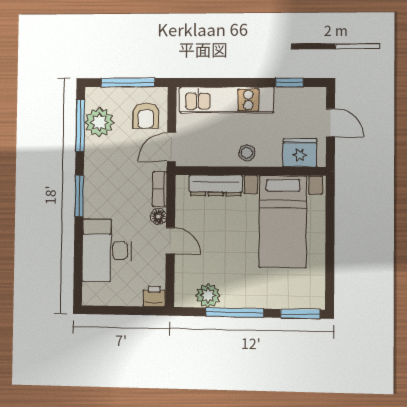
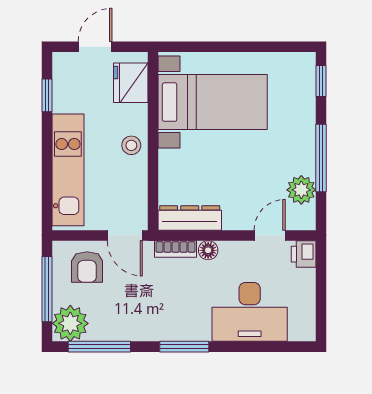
armchair: (146, 116) -> (87, 267), turned 90
plant: (99, 122) -> (70, 323), moved
dresser: (216, 185) -> (190, 218), moved, turned -90
door: (170, 241) -> (270, 235), moved
window: (300, 314) -> (321, 81), width x0.67

